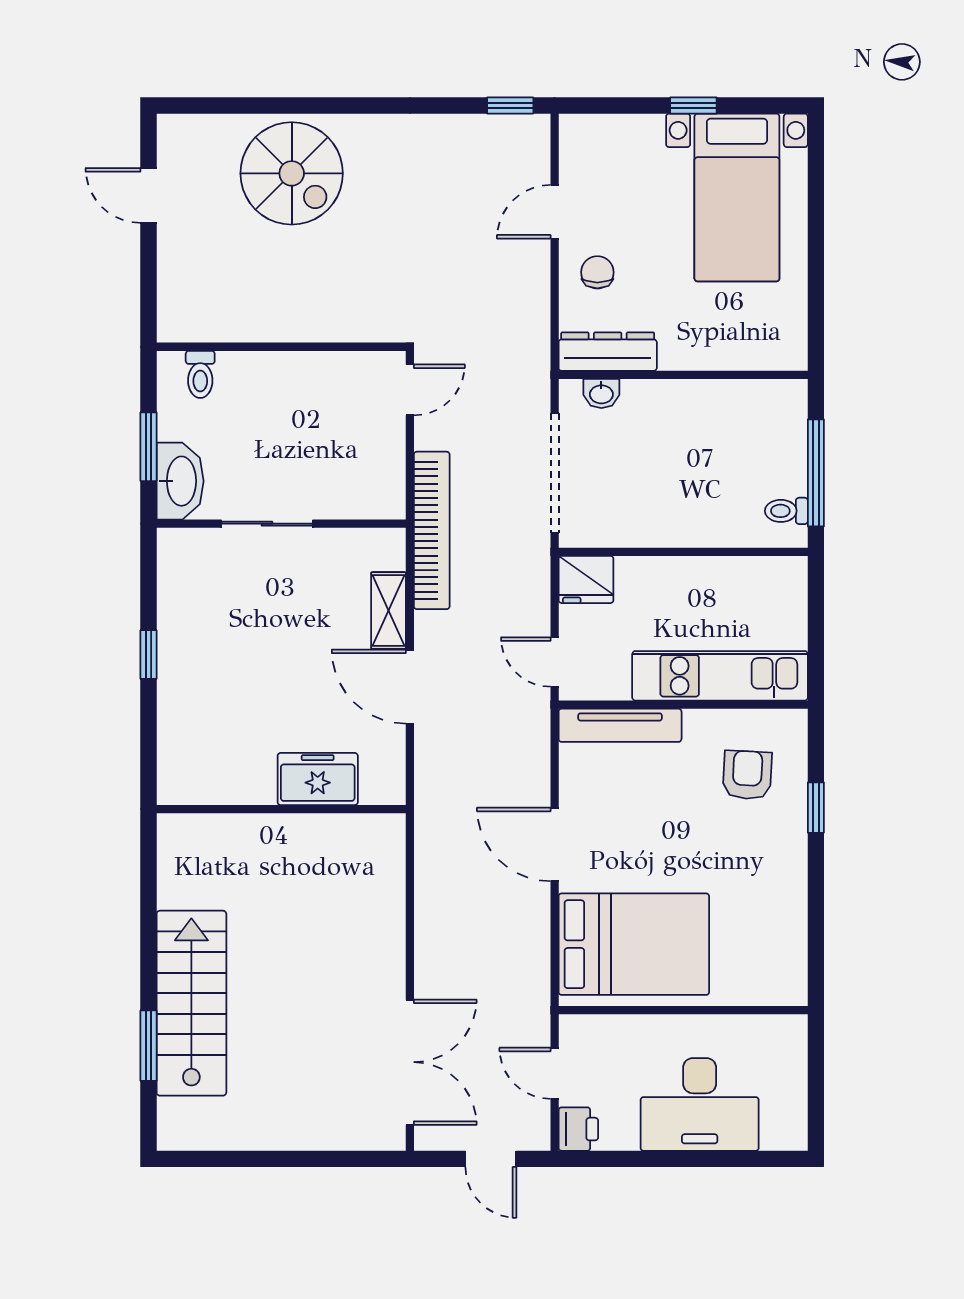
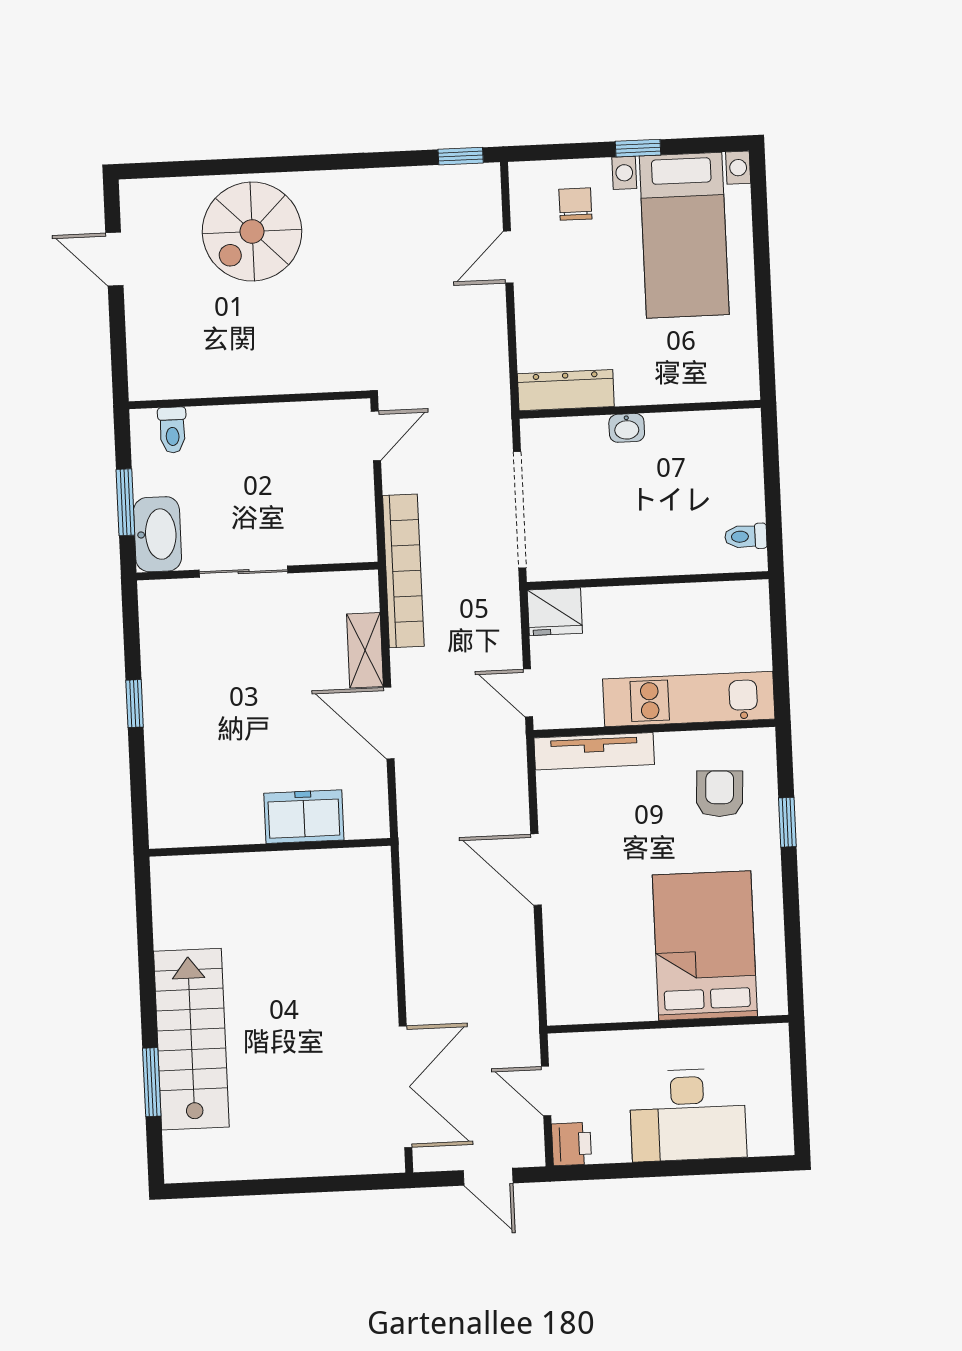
spiral stairs: (292, 173) -> (252, 231), turned 90
chair: (597, 272) -> (575, 204), moved
washbasin: (601, 393) -> (627, 428), moved
window: (816, 473) -> (773, 498), removed
bed: (634, 944) -> (705, 946), moved, turned -90

